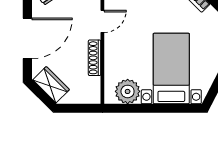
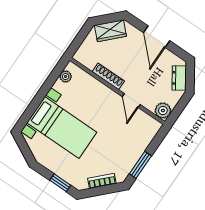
door: (27, 38) -> (157, 37), width x0.73
plant: (128, 91) -> (66, 76), width x0.53, depth x0.53

